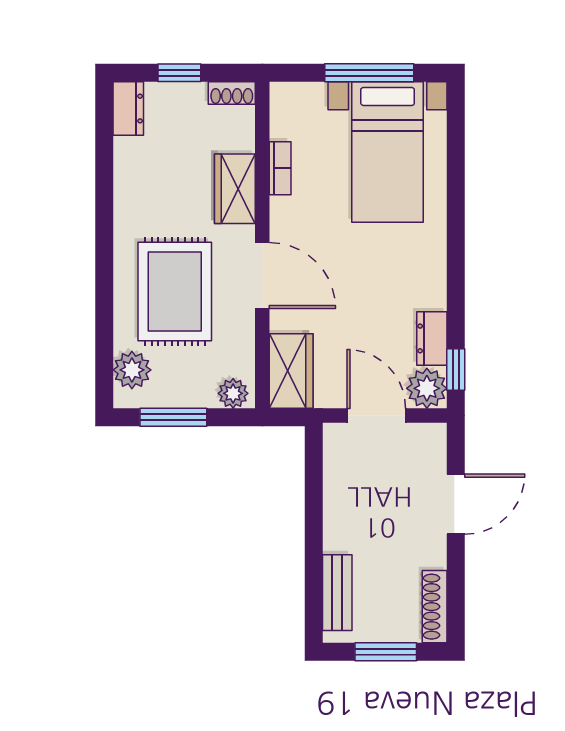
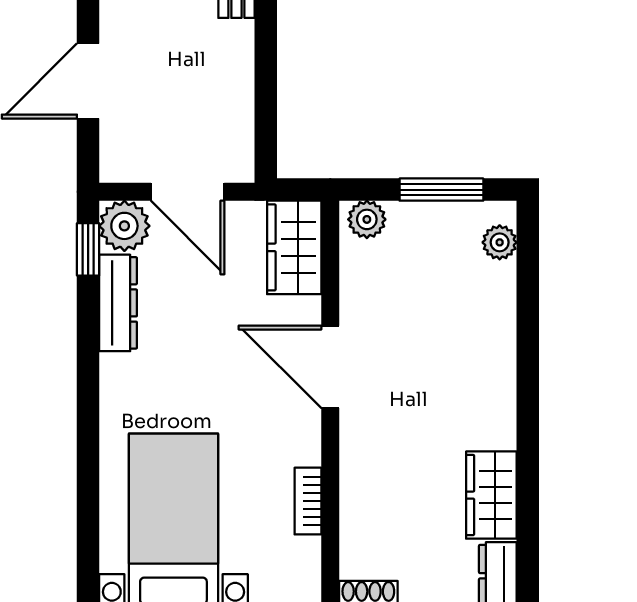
wardrobe: (235, 189) -> (491, 495), moved, turned 180
rug: (175, 292) -> (440, 347), removed
dresser: (432, 338) -> (118, 303), width x1.44
plant: (132, 370) -> (500, 242), width x0.73, depth x0.73

